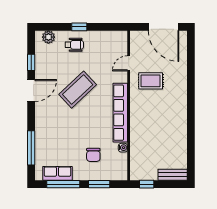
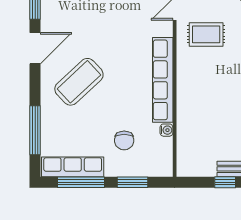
coffee table: (78, 90) -> (79, 82), moved
row of seats: (57, 173) -> (73, 167), width x1.48
window: (147, 184) -> (225, 182), moved

